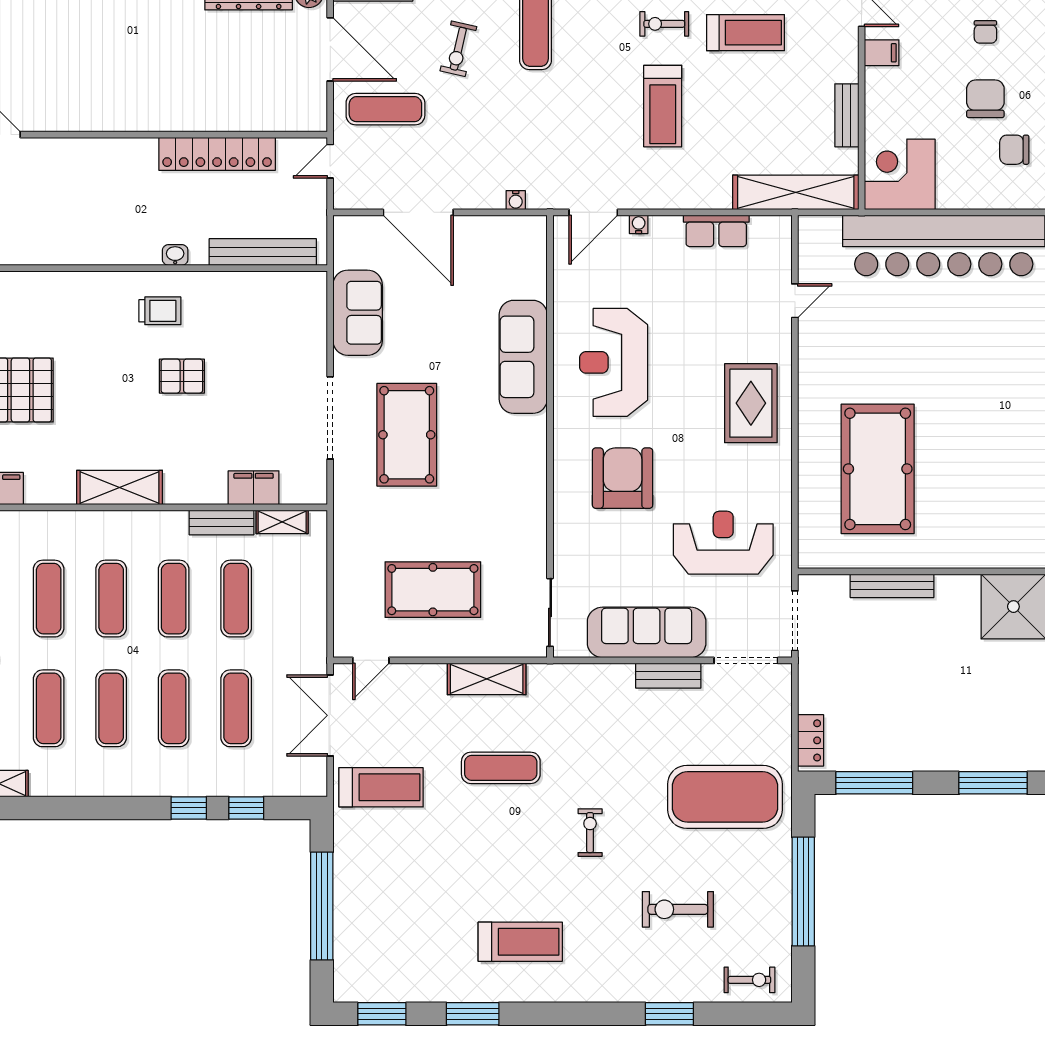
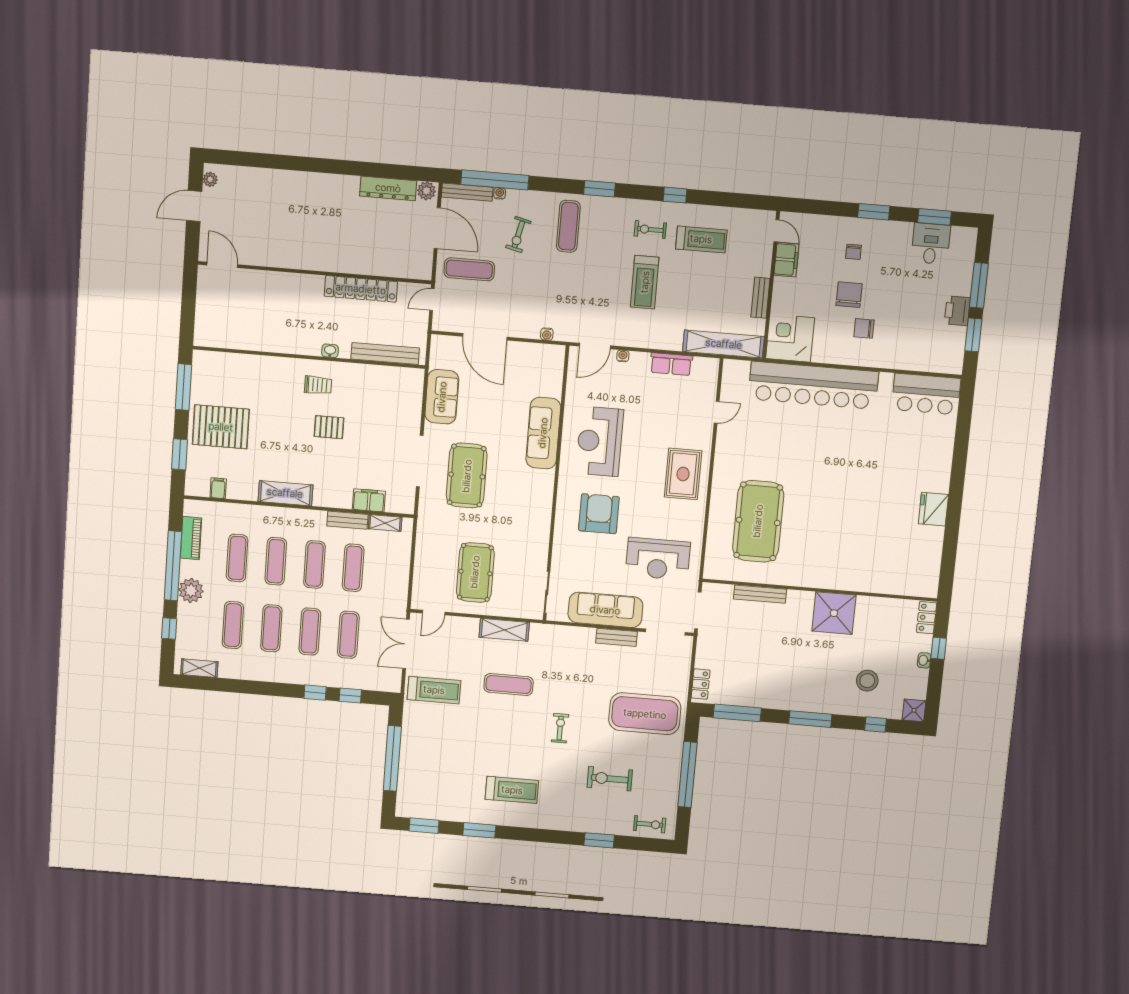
filing cabinet: (882, 53) -> (786, 260), width x2.00
reception desk: (723, 543) -> (658, 559), turned 180
pool table: (433, 590) -> (475, 572), turned 90

